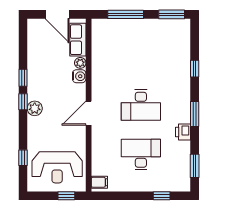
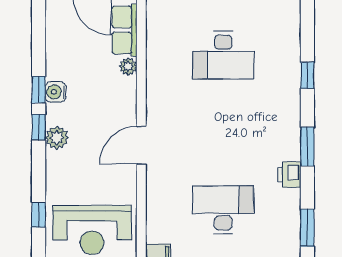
water cooler: (79, 76) -> (56, 92), moved, turned 180
desk: (141, 105) -> (223, 55), moved

